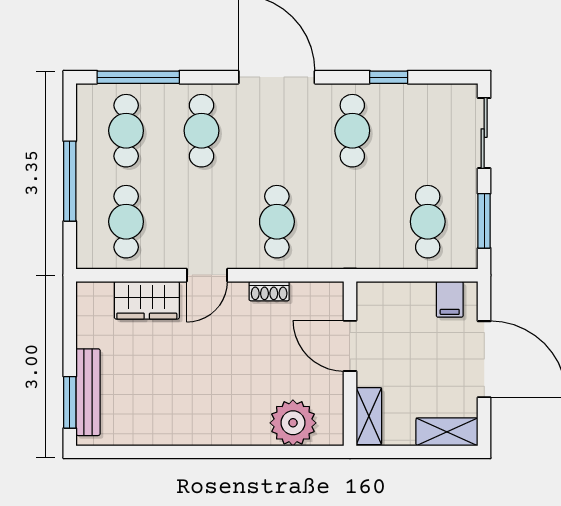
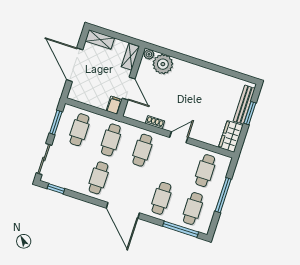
window: (389, 77) -> (56, 189), moved
cafe table: (352, 222) -> (111, 140), added
filing cabinet: (450, 299) -> (114, 105), moved
wardrobe: (147, 300) -> (231, 136), moved, turned -90
window: (70, 402) -> (250, 113), moved
plant: (330, 434) -> (149, 54), added

